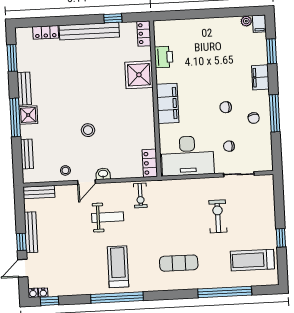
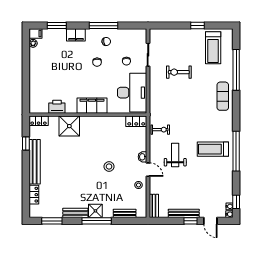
exercise mat: (179, 263) -> (223, 96), moved

